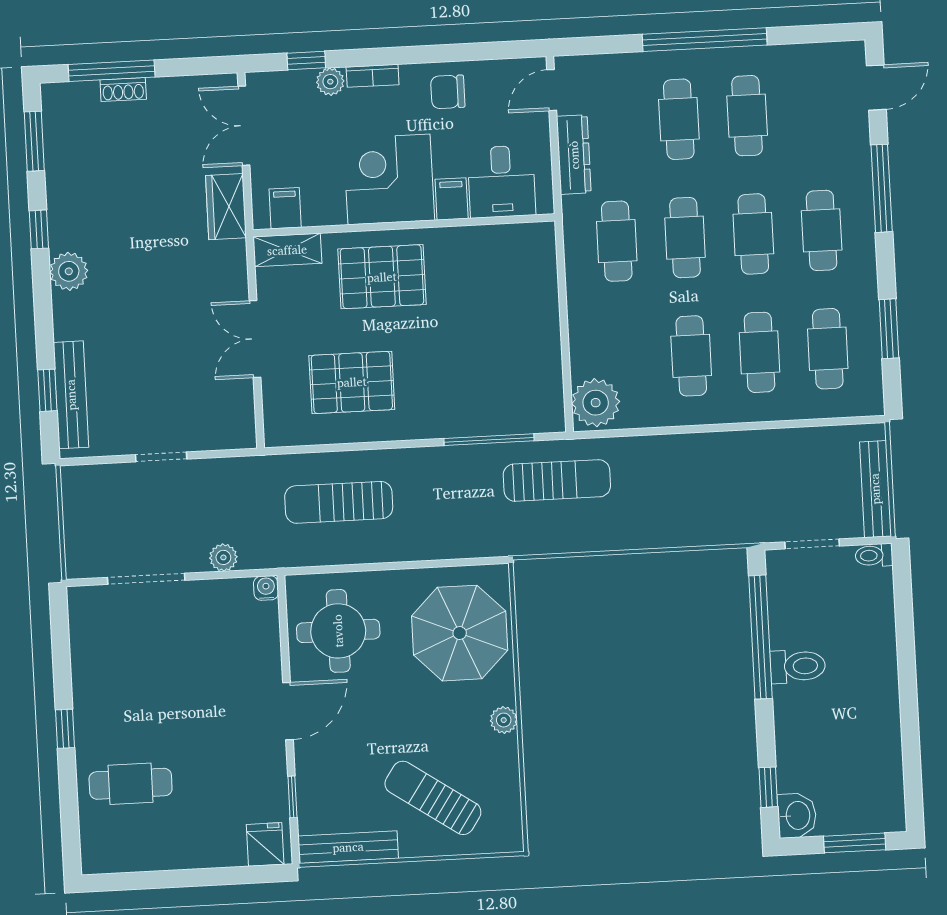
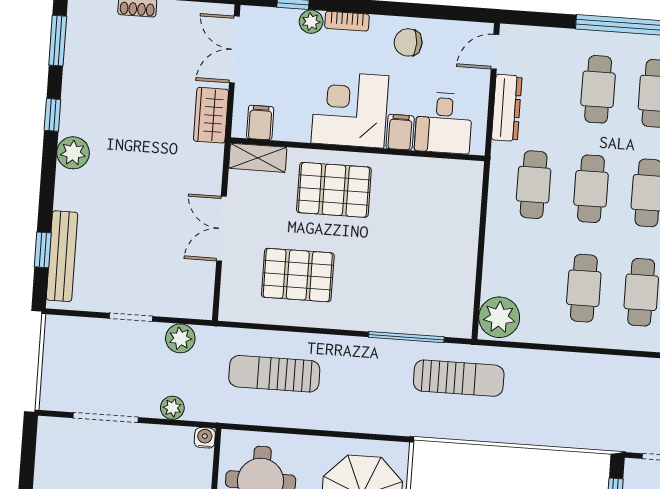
plant: (223, 474) -> (180, 338), added

